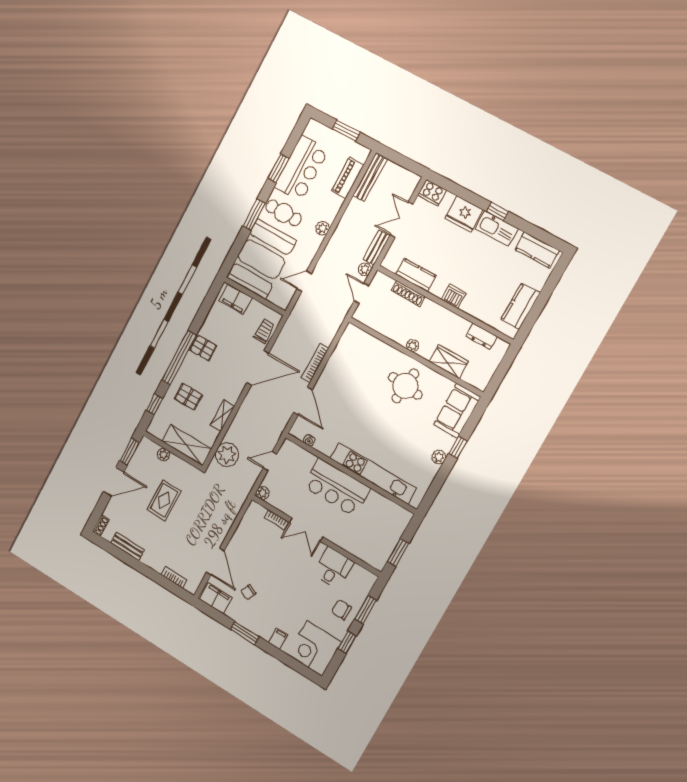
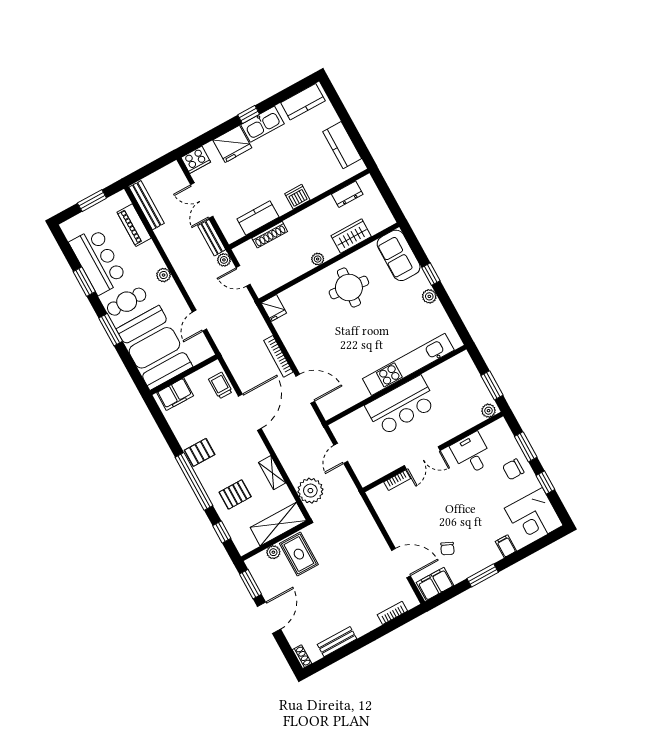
fridge: (351, 335) -> (274, 308), added
water cooler: (309, 440) -> (344, 405), removed
plant: (263, 493) -> (489, 411), moved
rug: (164, 500) -> (299, 554), moved

